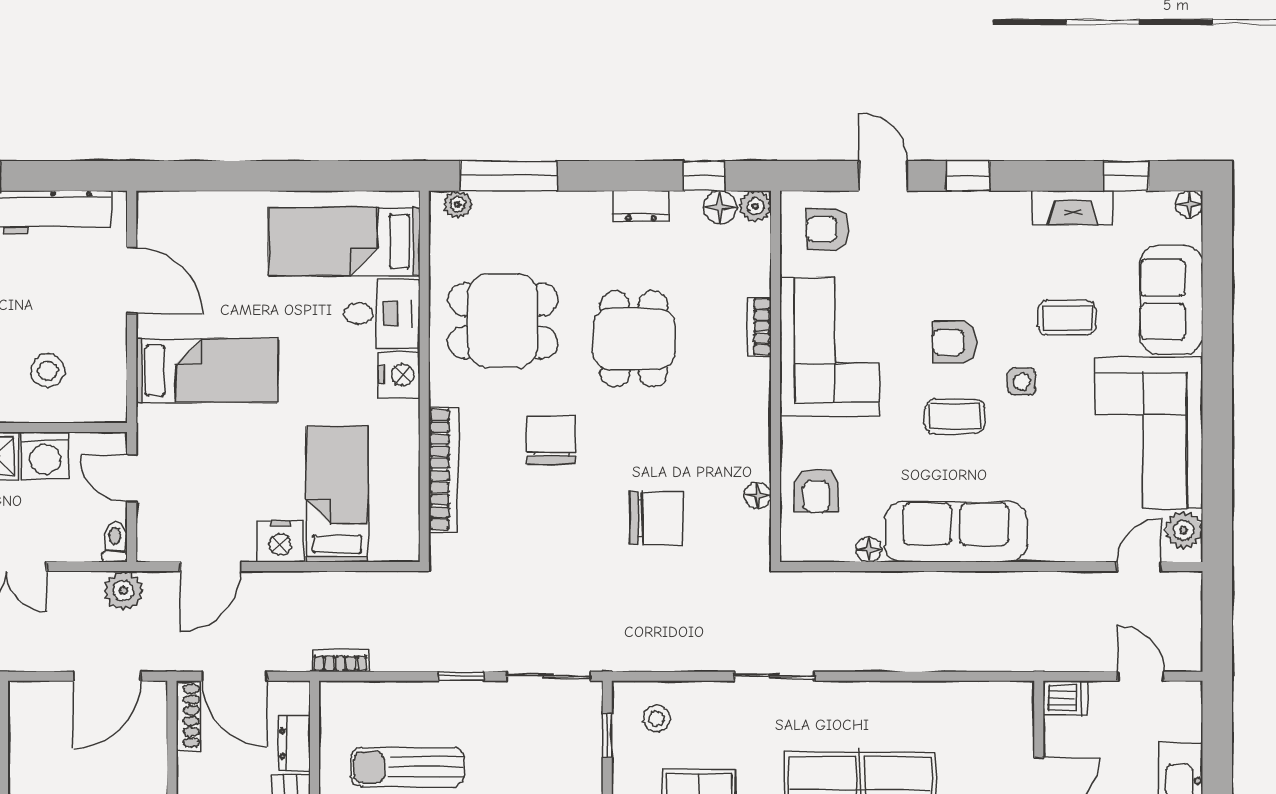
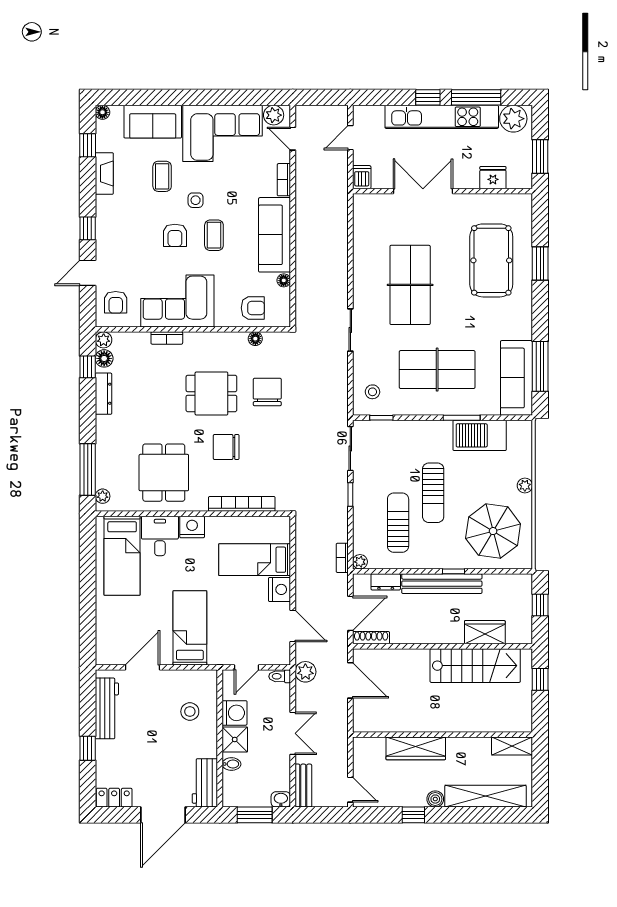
dresser: (641, 206) -> (103, 394), width x1.44
dining table: (634, 339) -> (211, 393), moved
bookcase: (1061, 550) -> (284, 180), added
plant: (333, 695) -> (360, 562), added
sun lounger: (407, 767) -> (398, 523), turned 180

